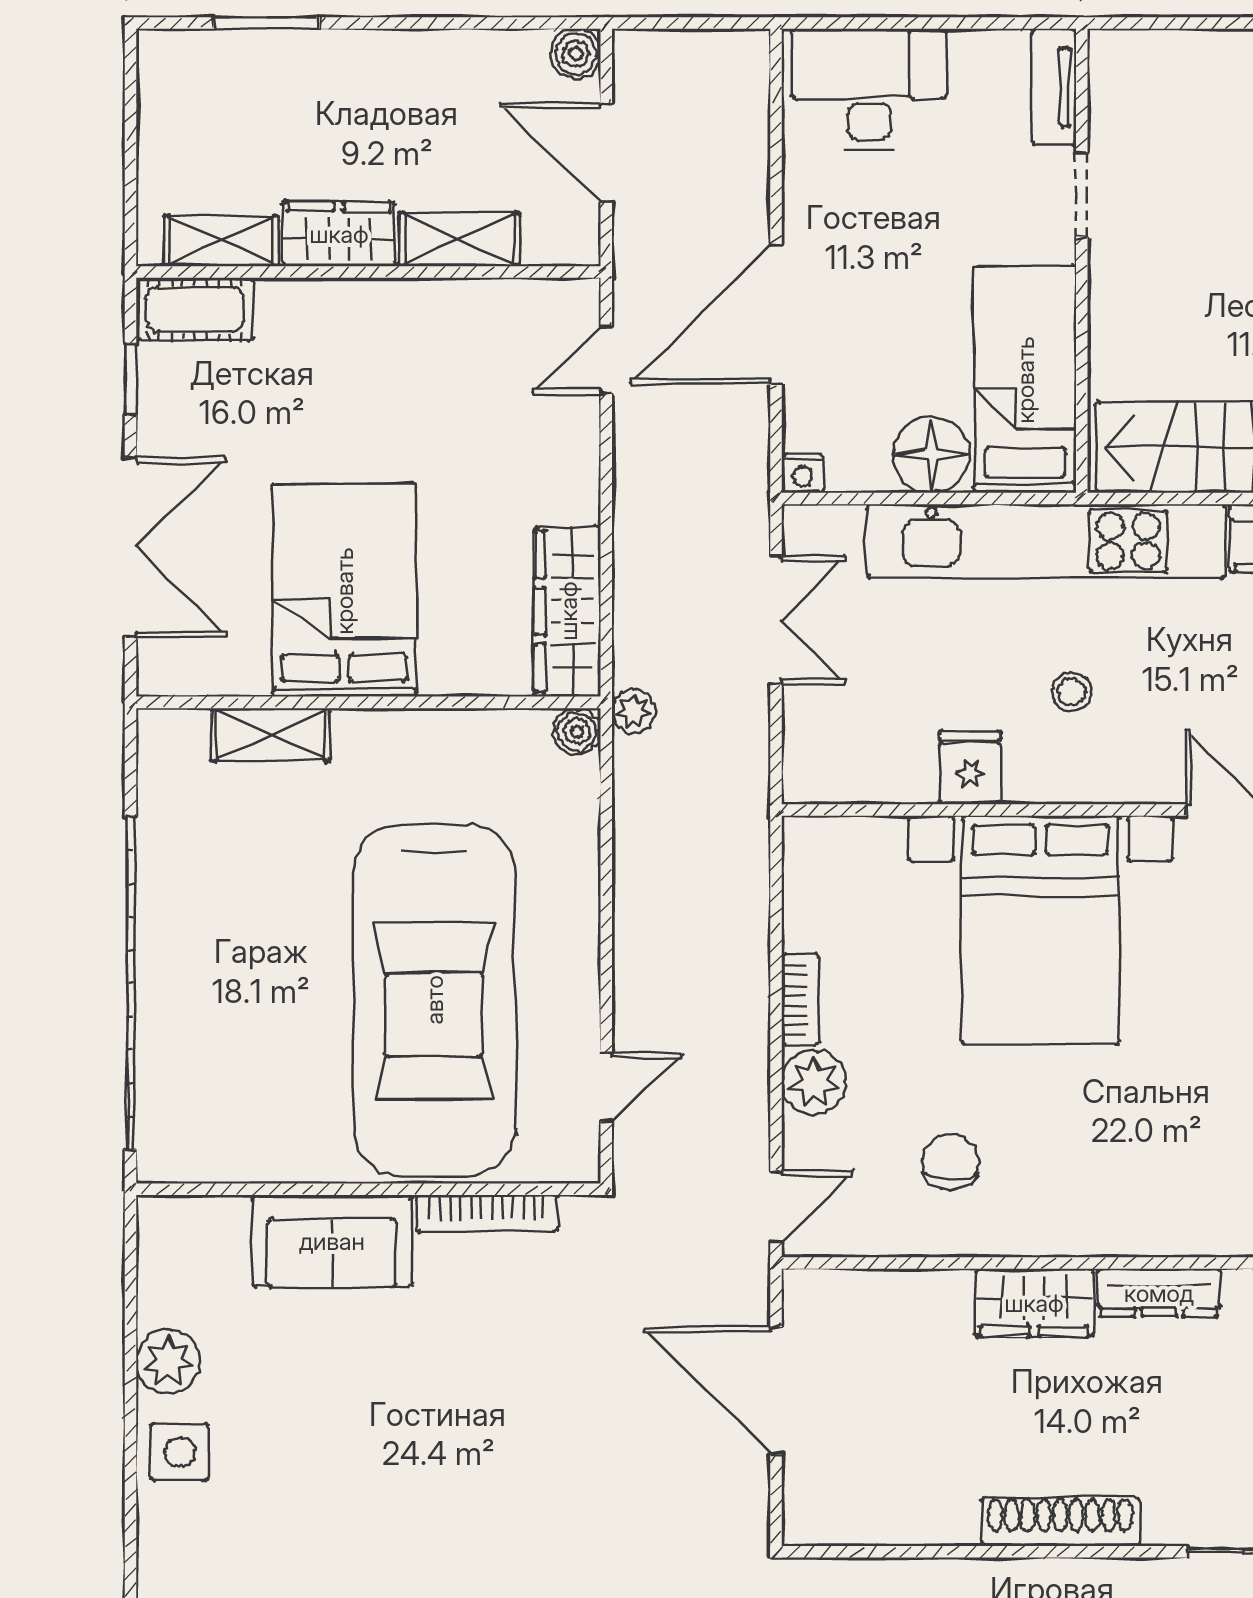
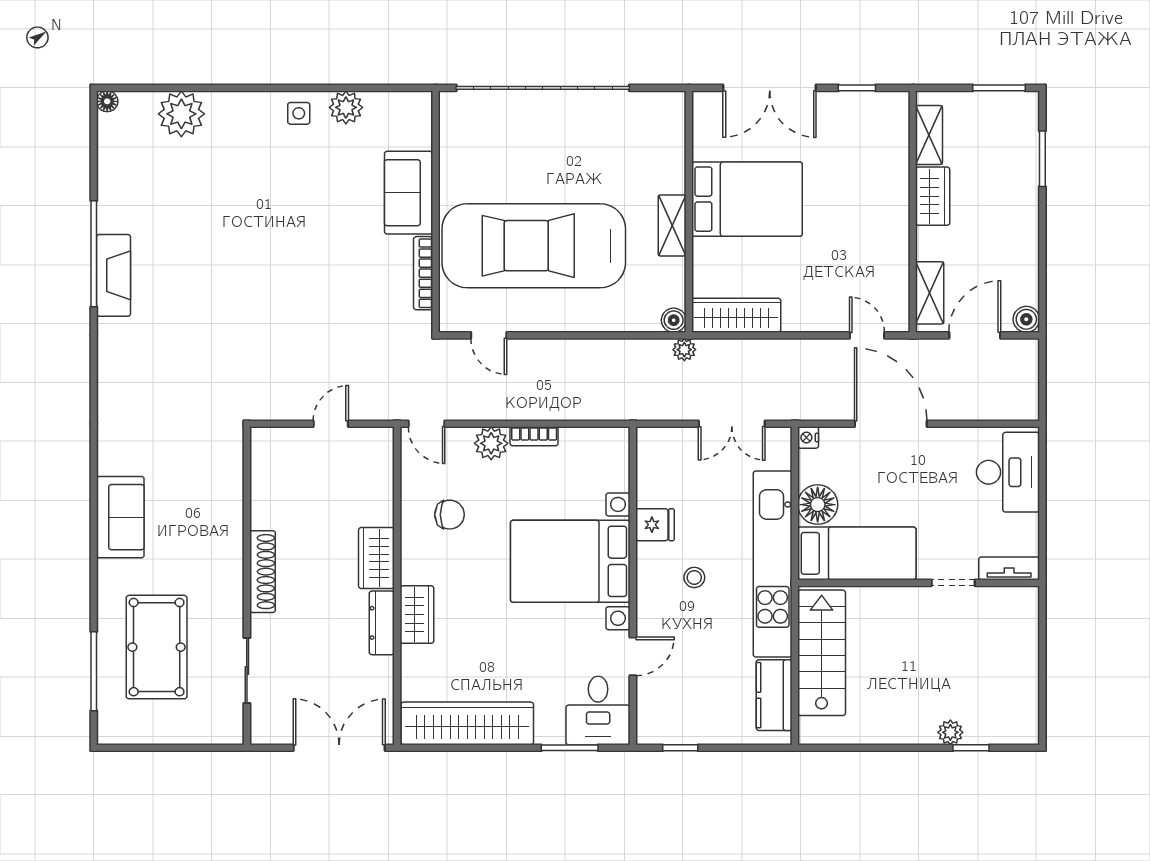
window: (131, 106) -> (999, 88), added
shelving: (459, 239) -> (930, 293), moved
cot: (195, 309) -> (893, 121), removed
shelving: (271, 735) -> (672, 225), moved
wardrobe: (1143, 1225) -> (417, 615), added
door: (776, 1390) -> (331, 424), width x0.53
side table: (179, 1452) -> (299, 113), width x0.73, depth x0.73

